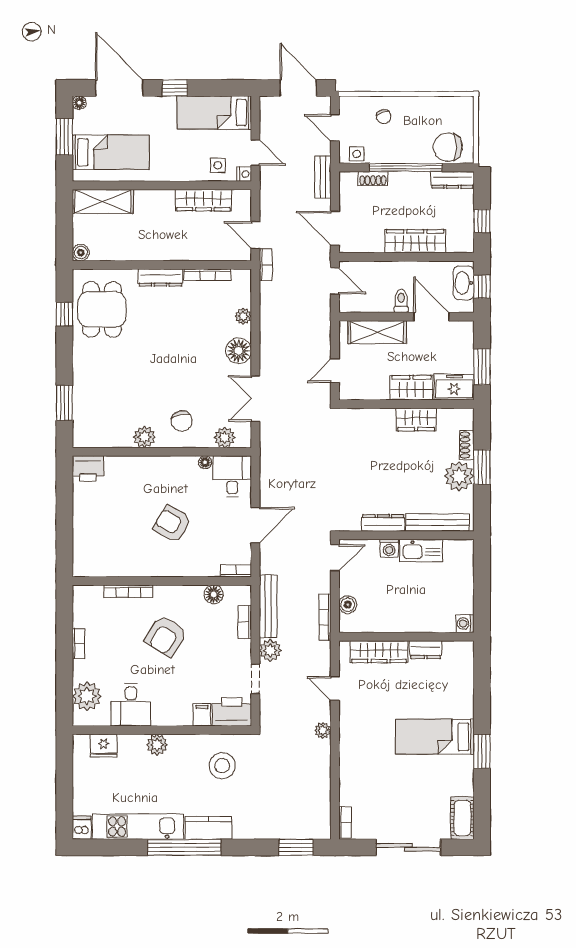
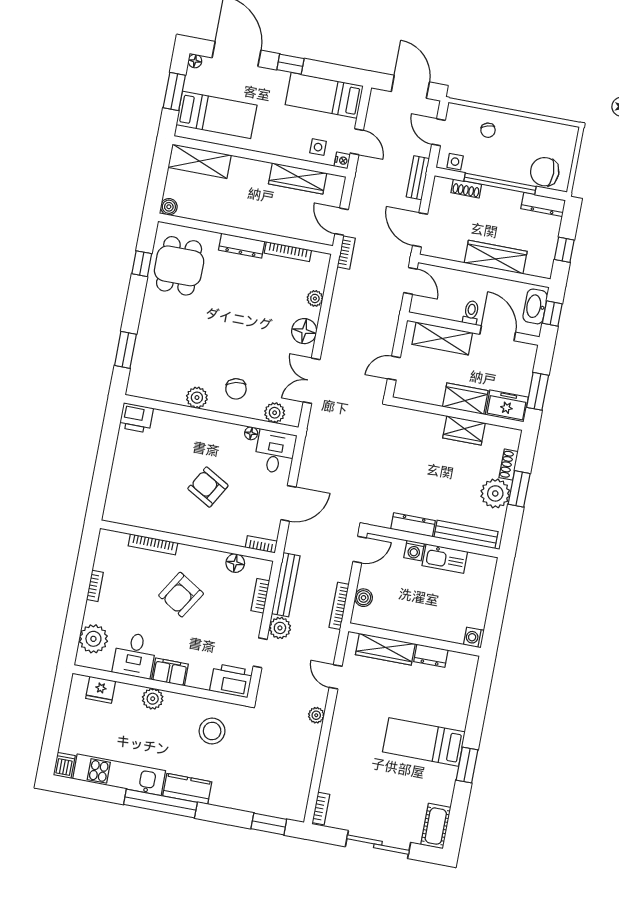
filing cabinet: (202, 715) -> (170, 672), moved, width x2.00

